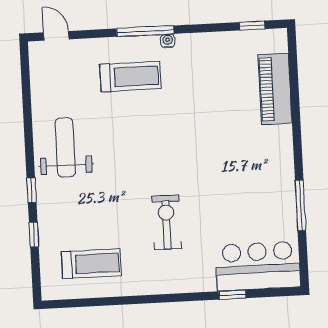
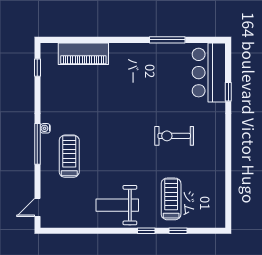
treadmill: (92, 264) -> (171, 199), moved

